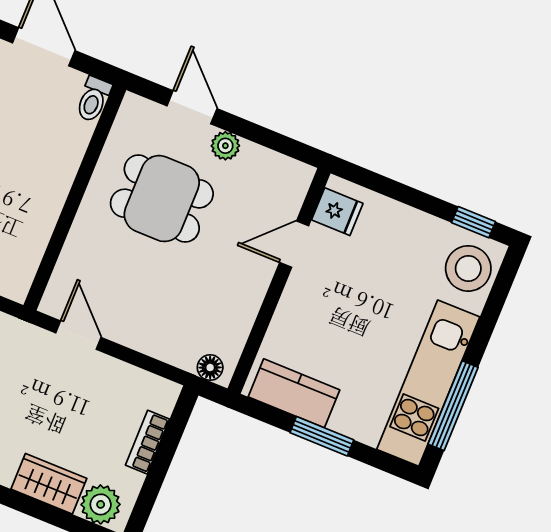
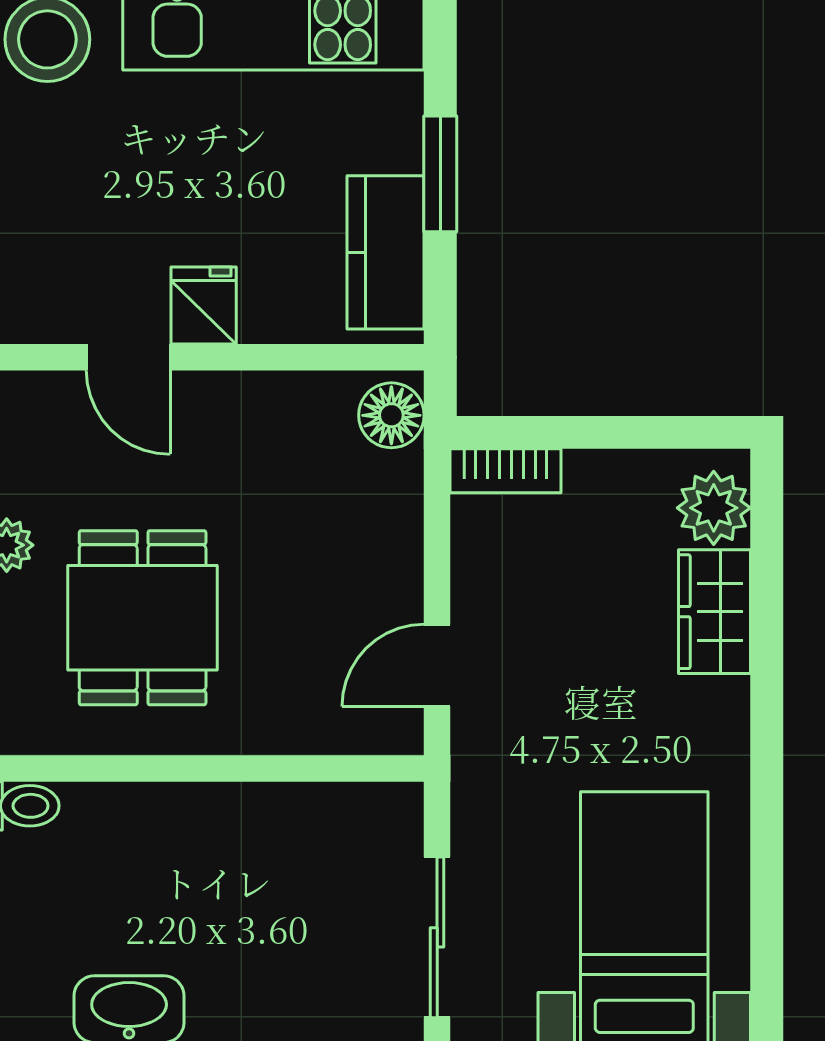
fridge: (337, 212) -> (204, 306), moved
floor lamp: (210, 368) -> (391, 415), width x1.37, depth x1.37
bookcase: (147, 442) -> (505, 471), moved

